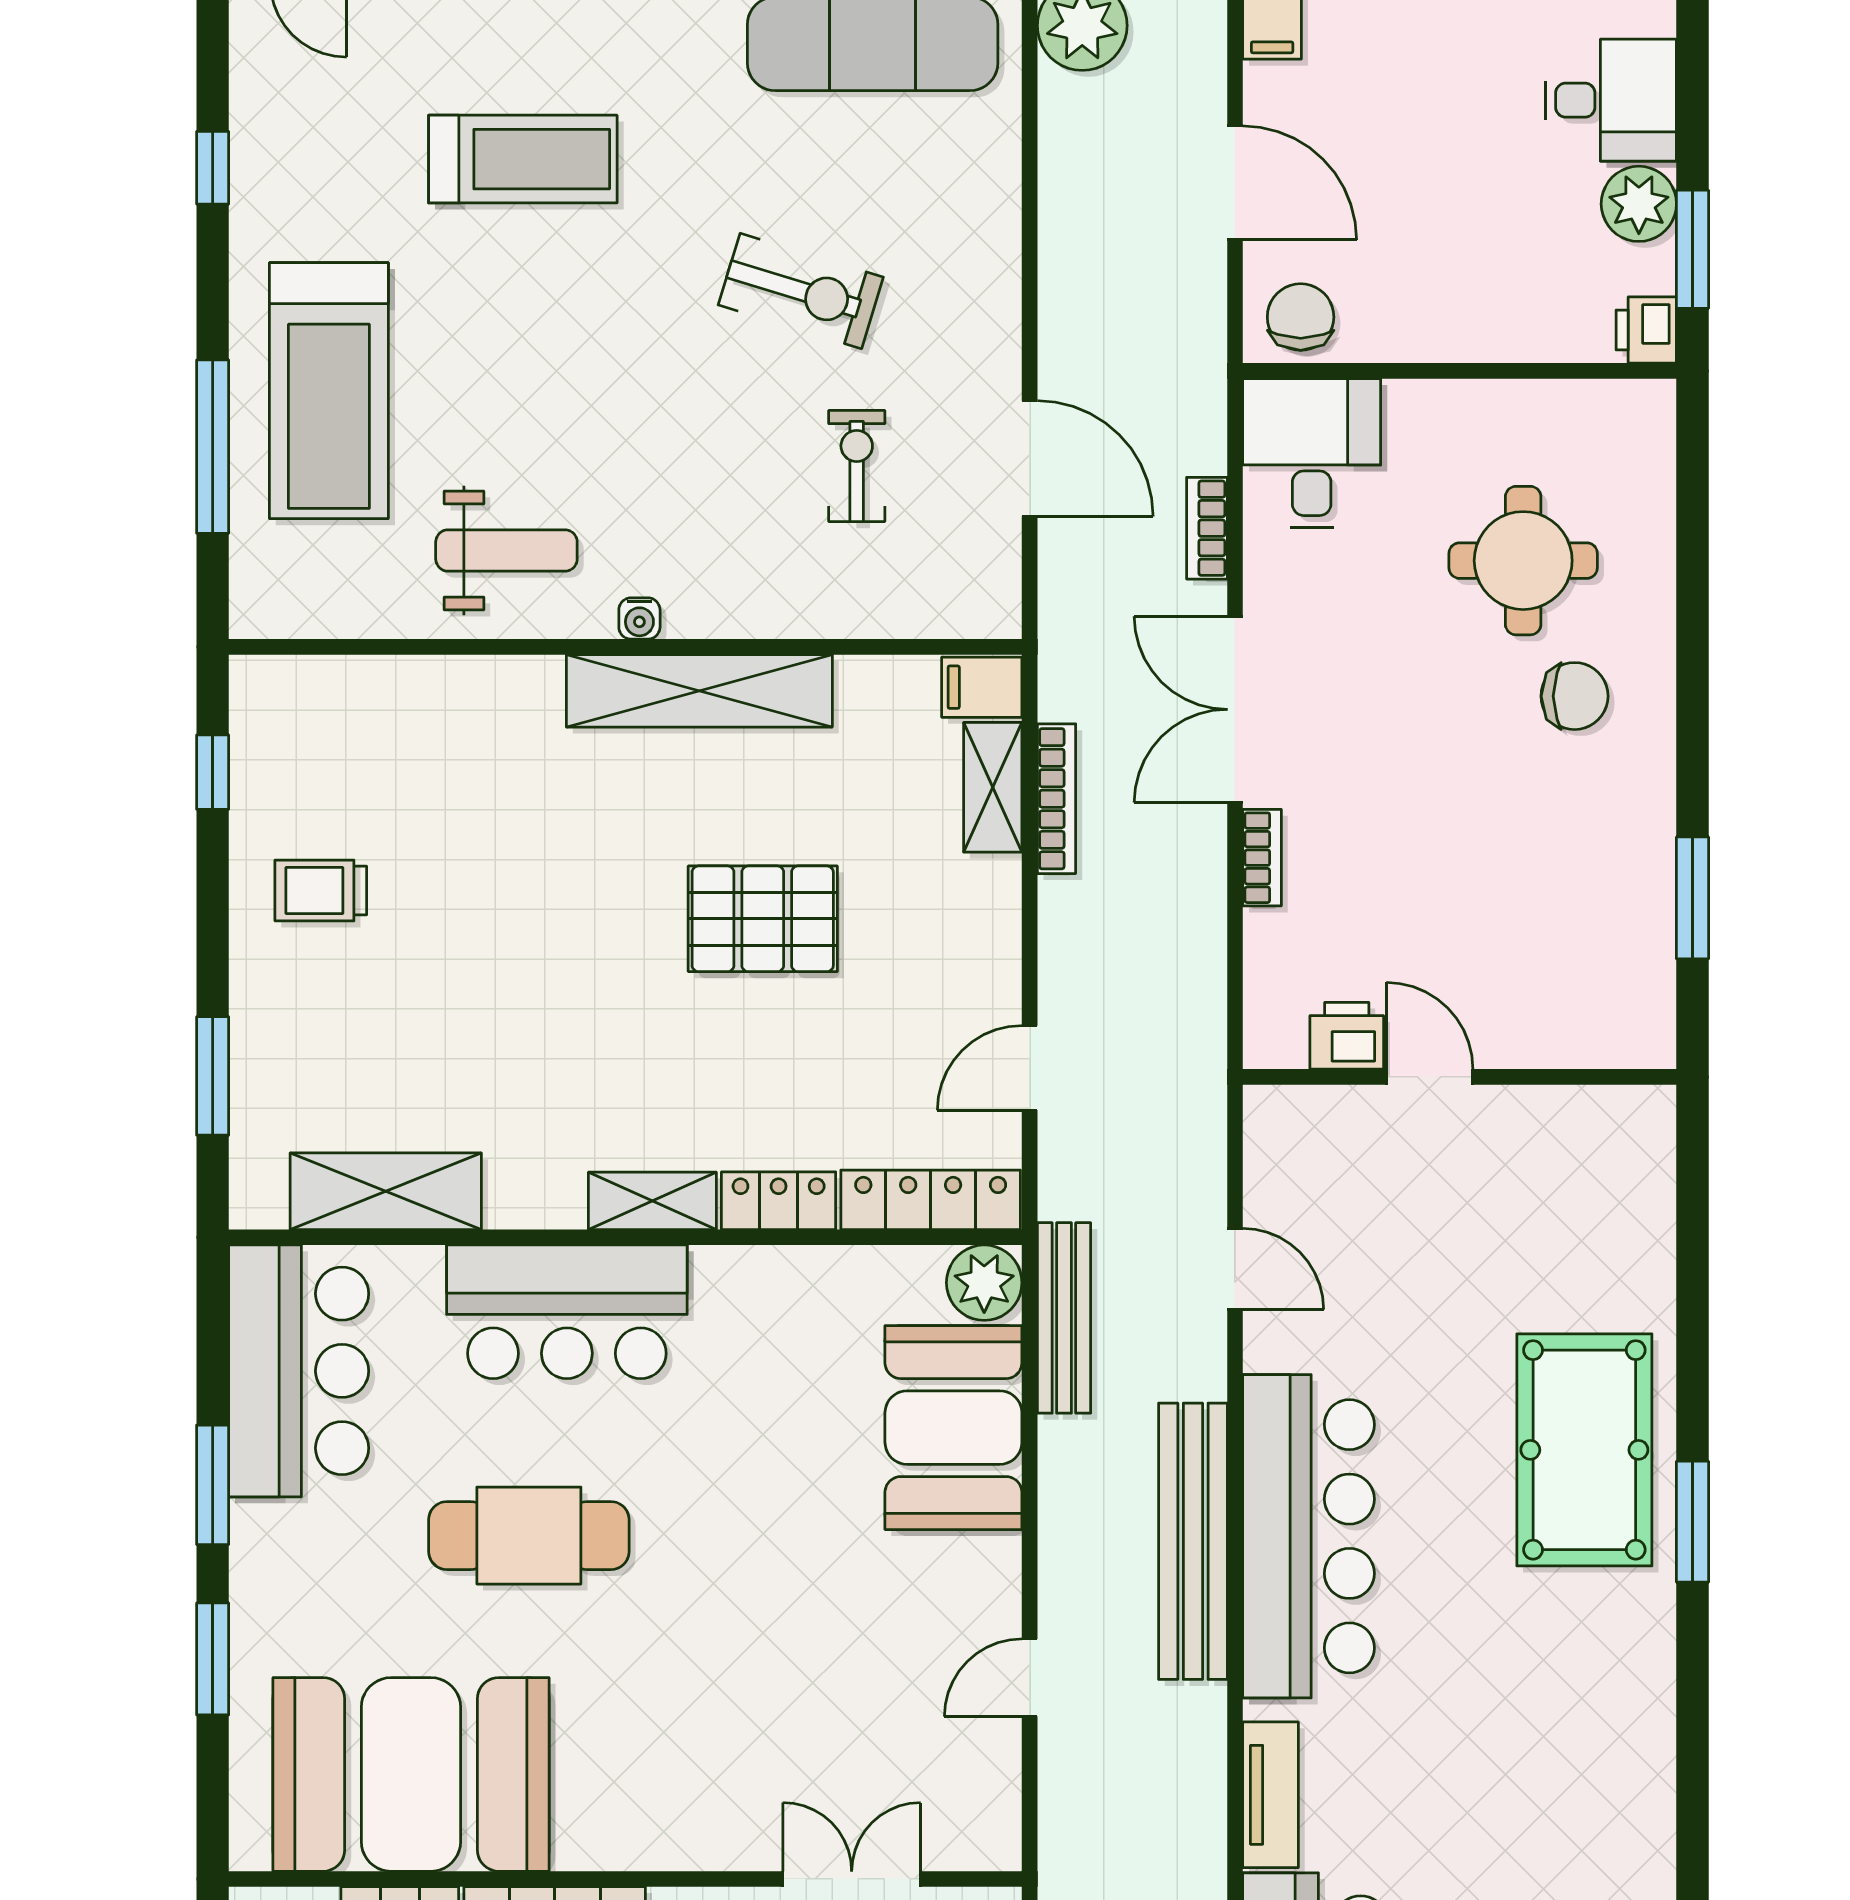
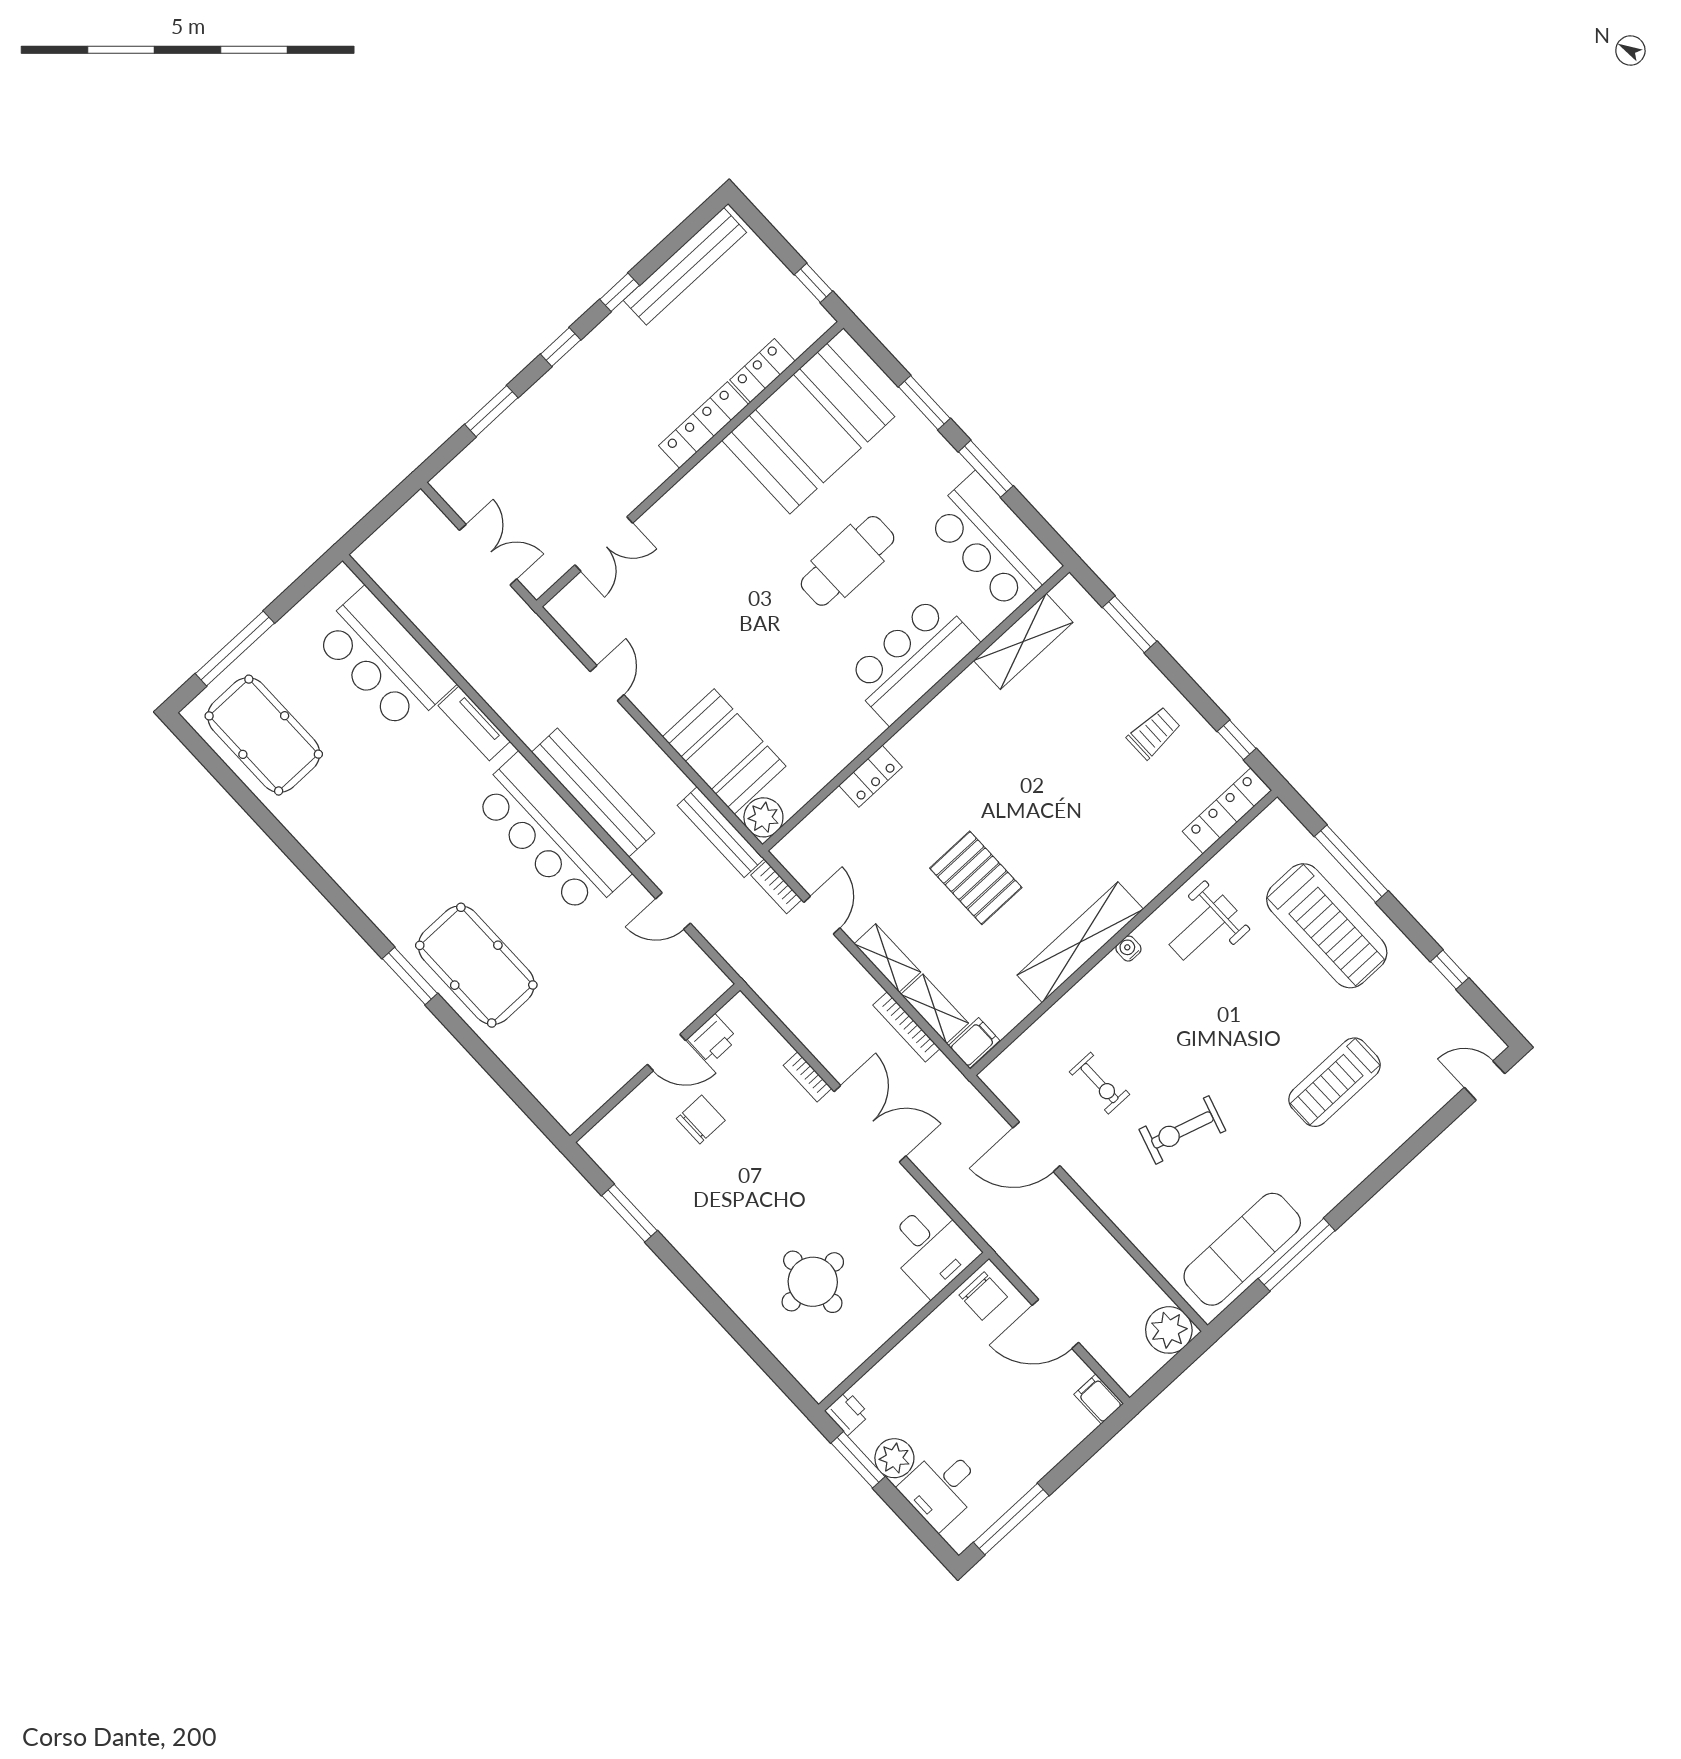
treadmill: (329, 391) -> (1327, 926), turned 180
bookcase: (1207, 528) -> (776, 887), moved, turned 180
chair: (1575, 696) -> (701, 1119), moved, turned 180
pallet: (763, 919) -> (976, 878), turned 90
locker: (931, 1200) -> (1227, 811), moved, turned 180
shelving: (652, 1201) -> (887, 958), moved, turned 90

